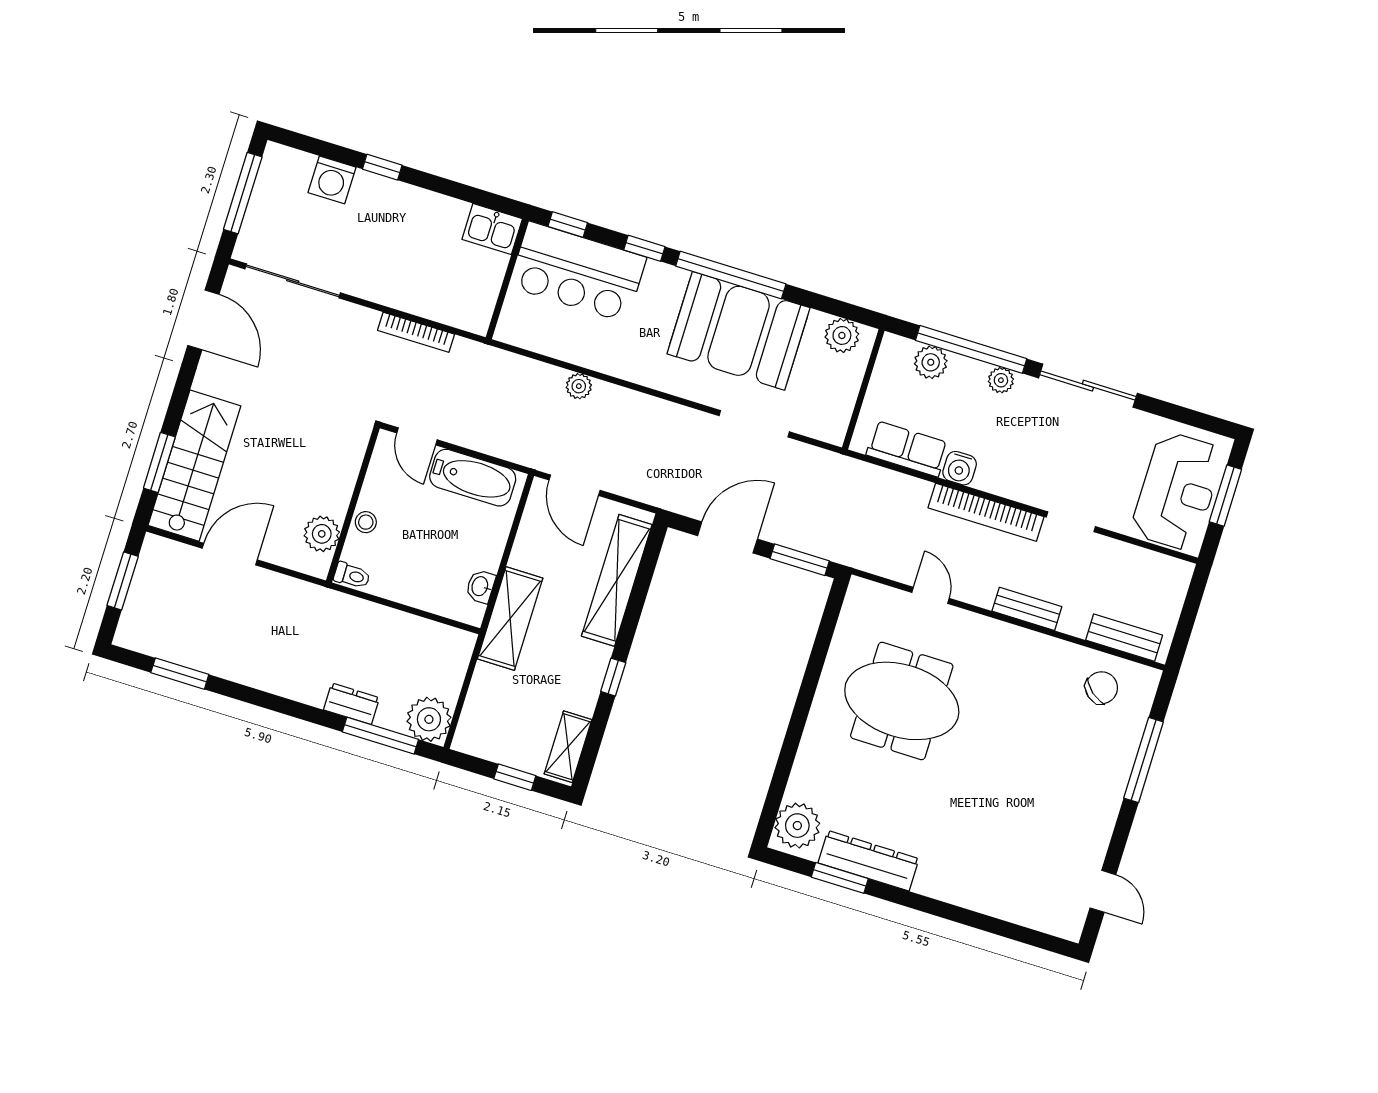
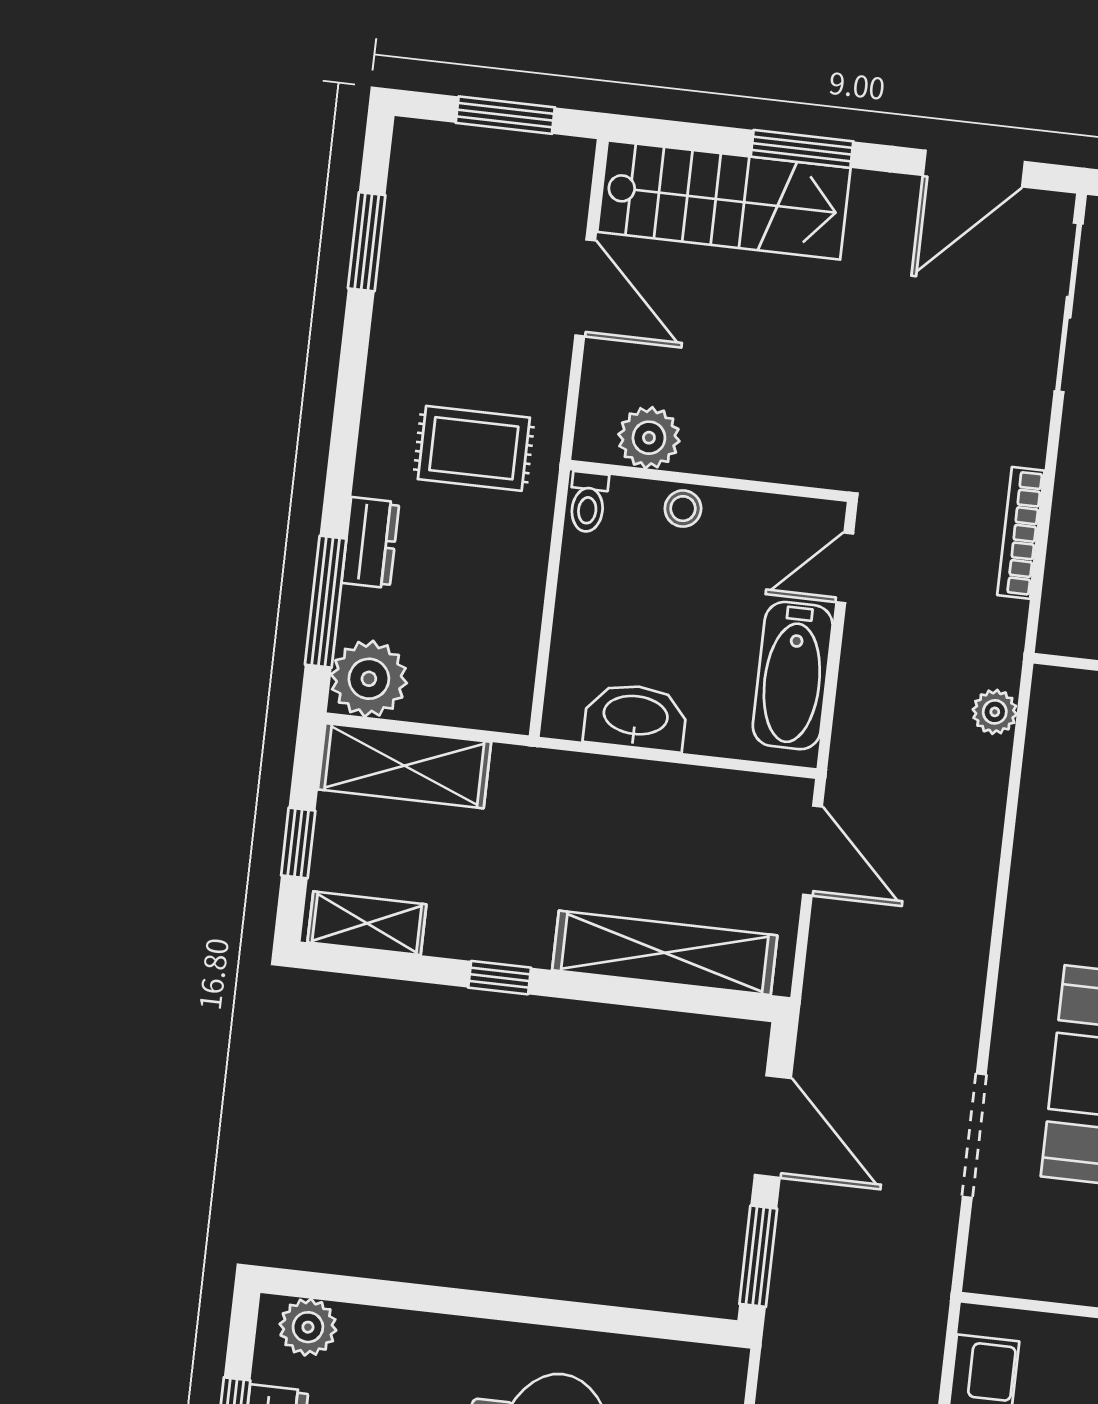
plant: (579, 386) -> (995, 712), moved
window: (159, 462) -> (802, 149), moved
door: (575, 485) -> (812, 851), swing flipped
washbasin: (480, 586) -> (635, 717), width x1.91, depth x1.45
shelving: (510, 618) -> (404, 766), moved
rug: (309, 635) -> (474, 448), added
plant: (797, 826) -> (308, 1327), width x0.73, depth x0.73

